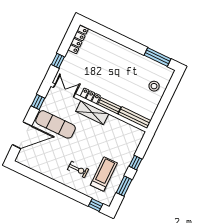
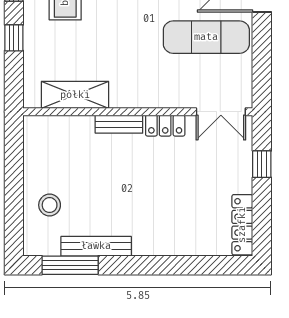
window: (38, 102) -> (262, 65), removed
shelving: (92, 113) -> (75, 95), moved
bench: (134, 118) -> (96, 246), moved

